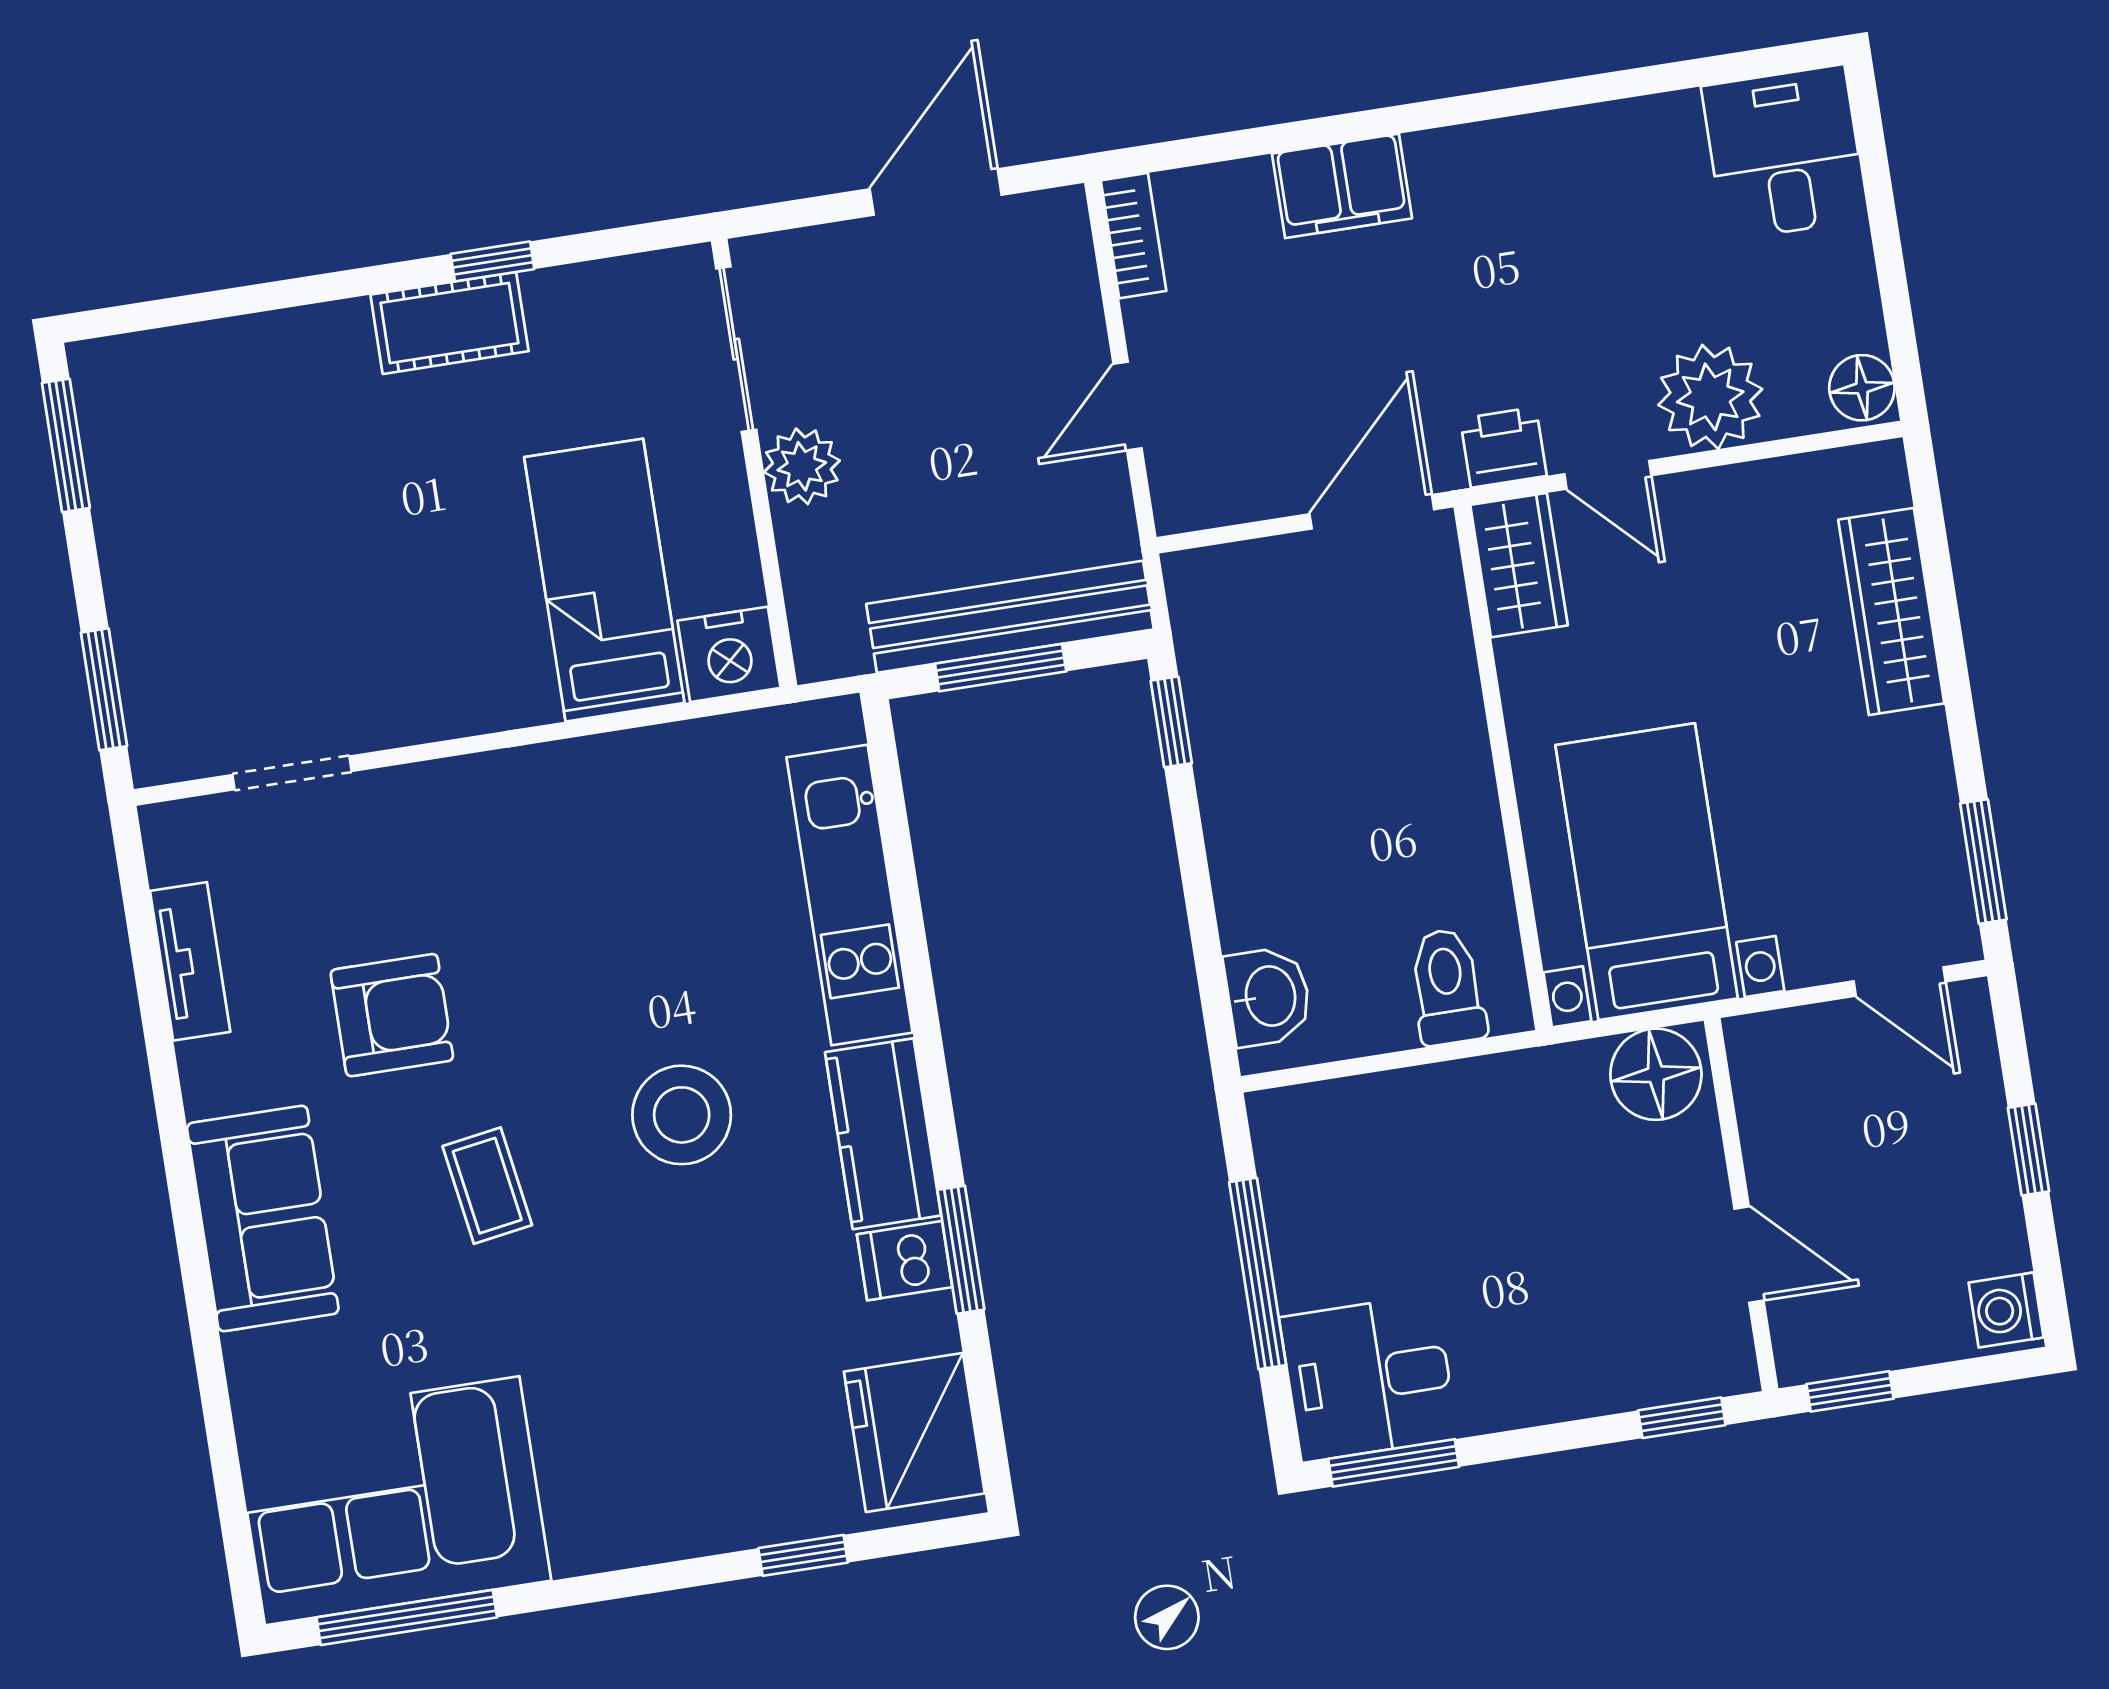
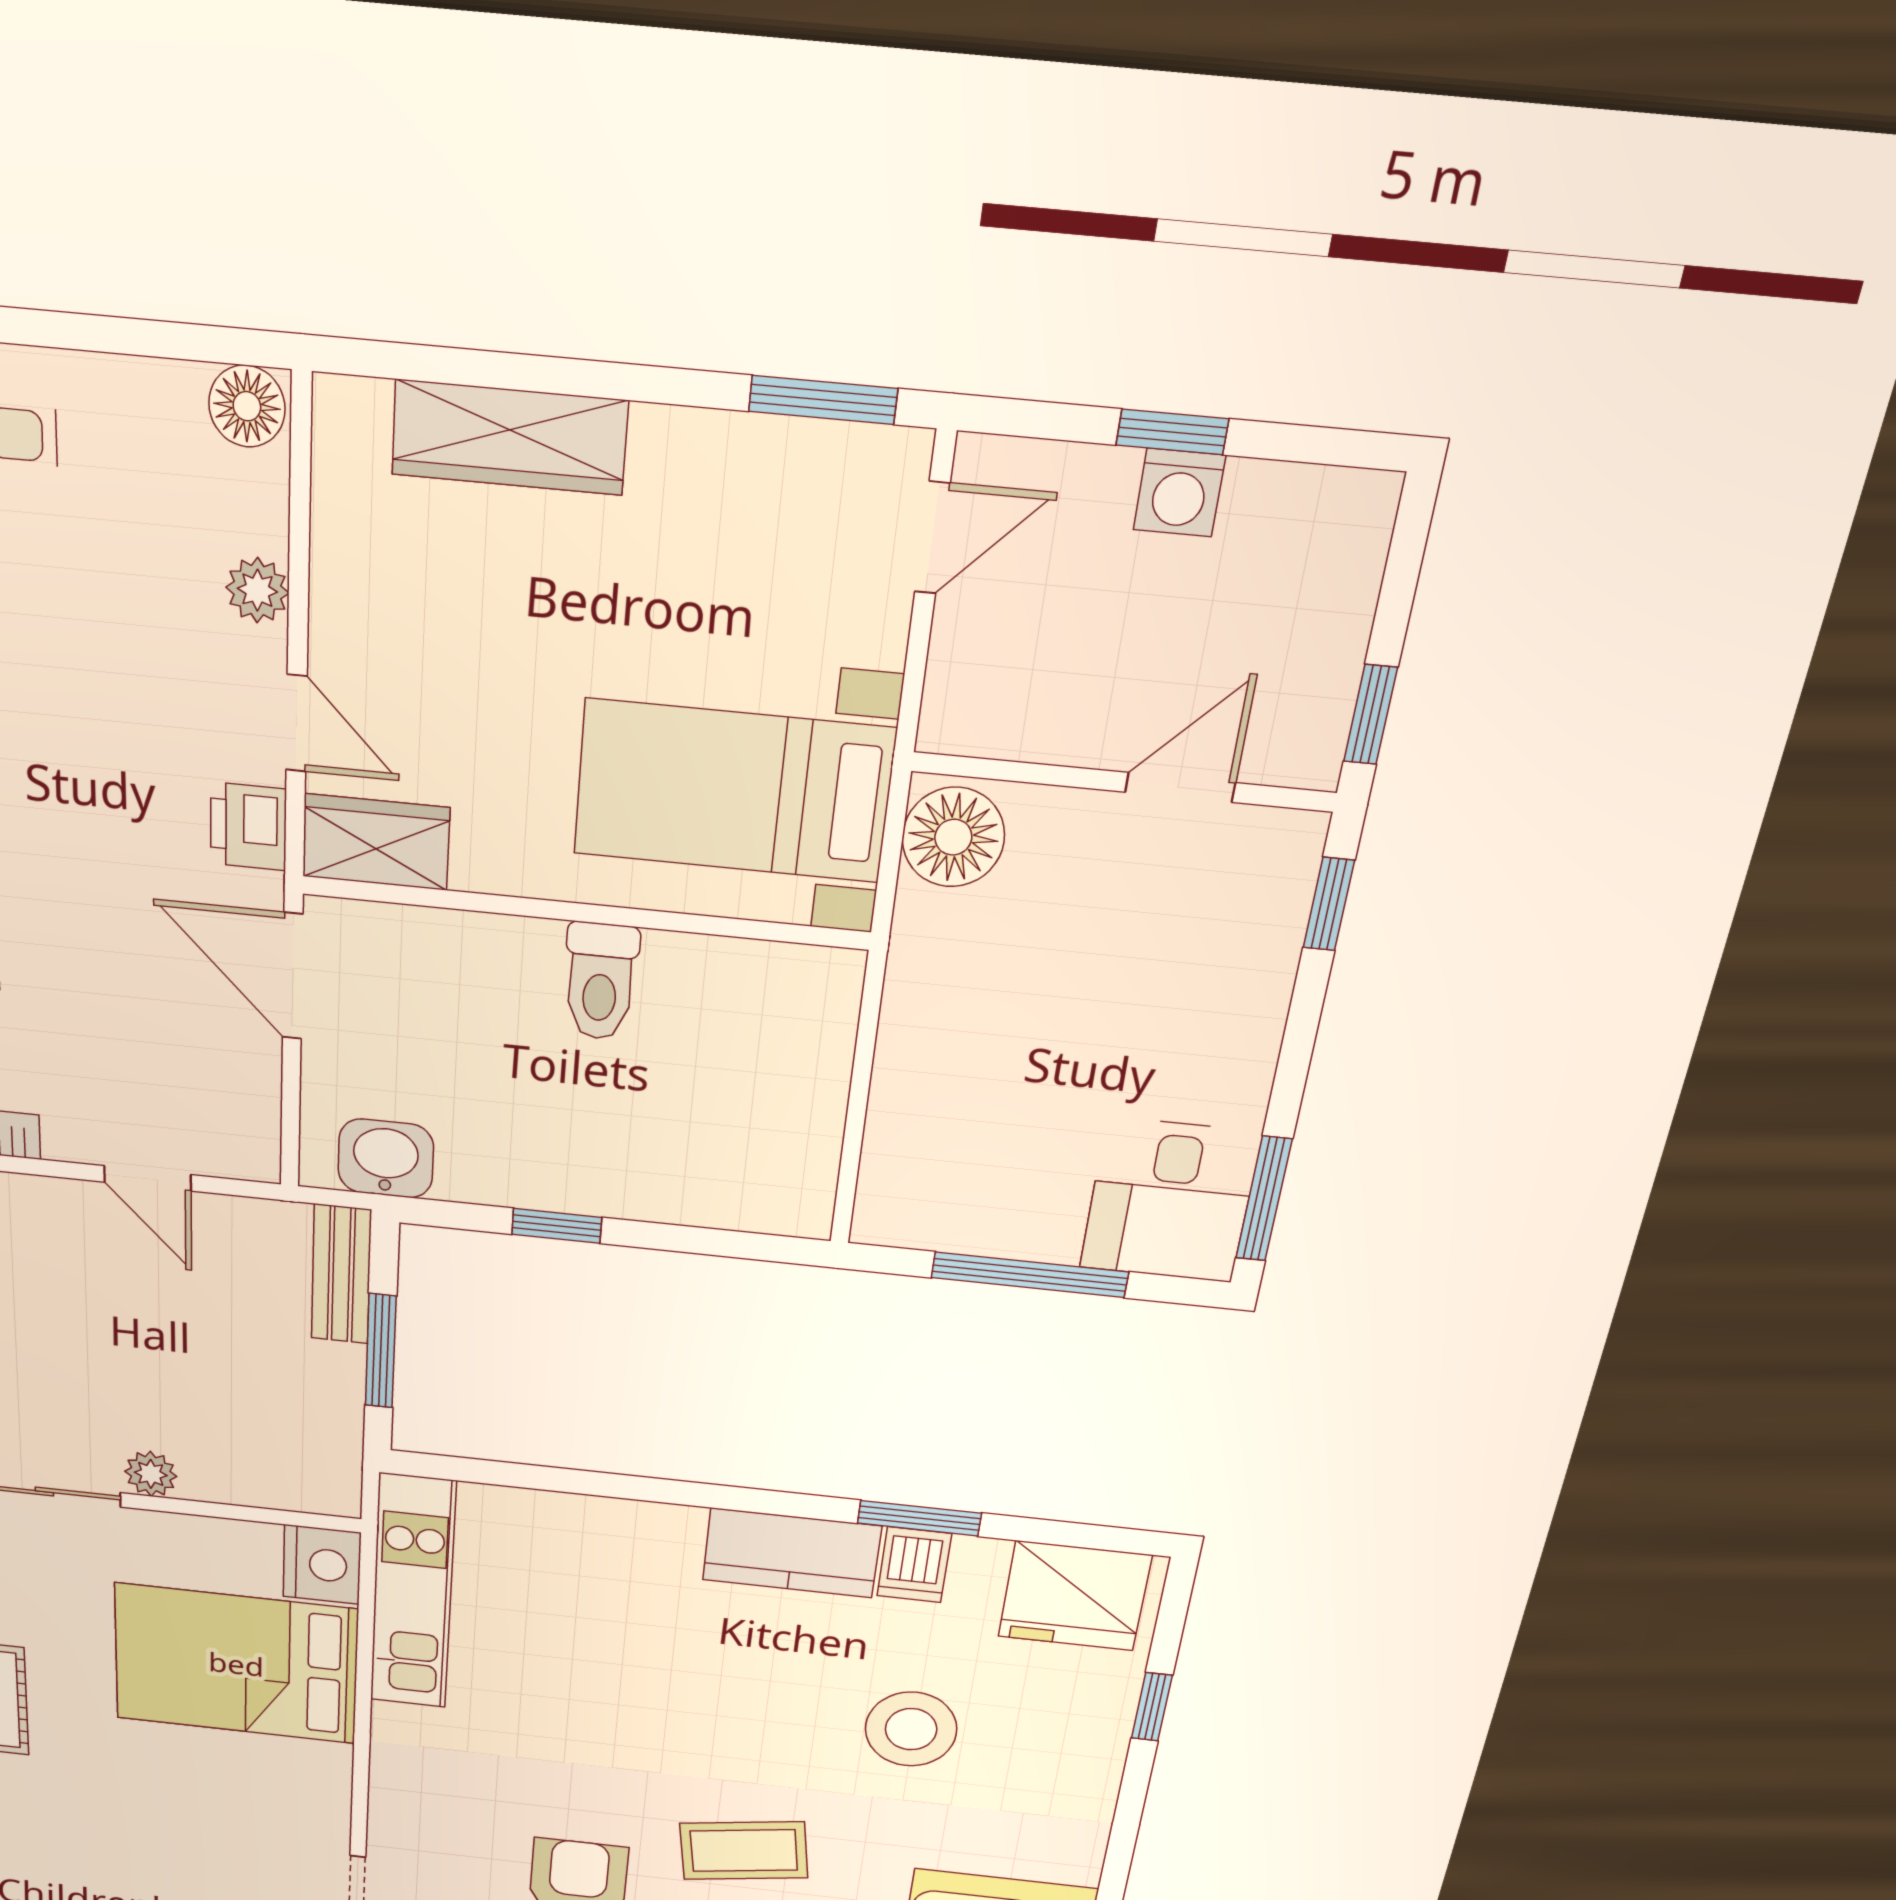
plant: (1710, 397) -> (257, 590), width x0.53, depth x0.53
plant: (802, 466) -> (151, 1474), width x0.73, depth x0.73
door: (1608, 475) -> (296, 723), hinge flipped
bed: (604, 580) -> (236, 1664), width x1.50
bench: (1010, 617) -> (341, 1274), width x0.54, depth x0.82
window: (1171, 722) -> (557, 1226), moved
kitchen unit: (849, 895) -> (413, 1592), moved, turned -90
toilet: (1447, 987) -> (600, 981), moved, turned -90
washbasin: (1268, 996) -> (386, 1158), moved
stool: (682, 1115) -> (911, 1729), moved
coffee table: (487, 1186) -> (744, 1851), width x1.36, depth x1.30
washing machine: (2006, 1310) -> (1179, 493), moved

